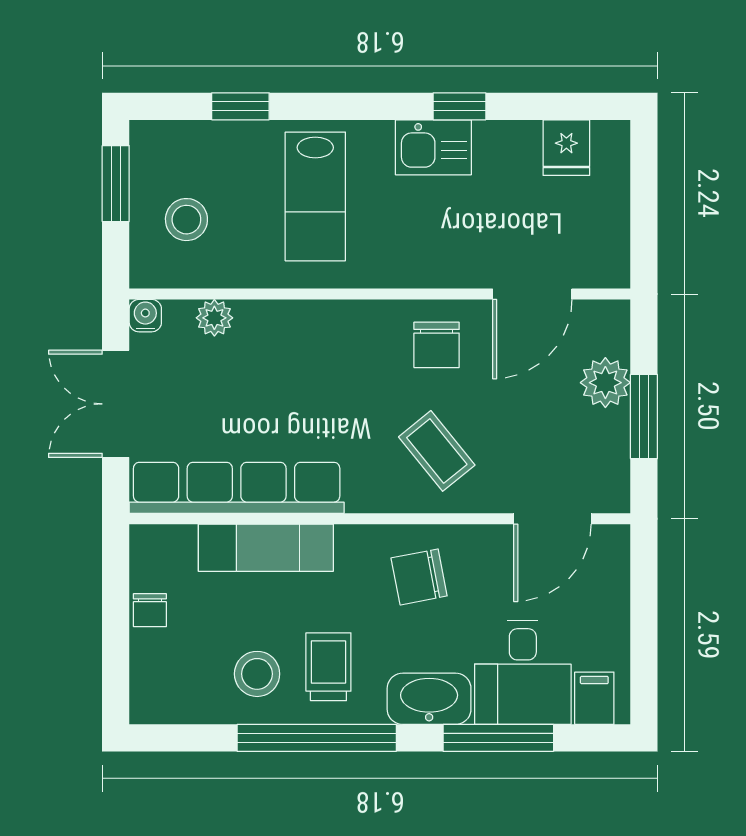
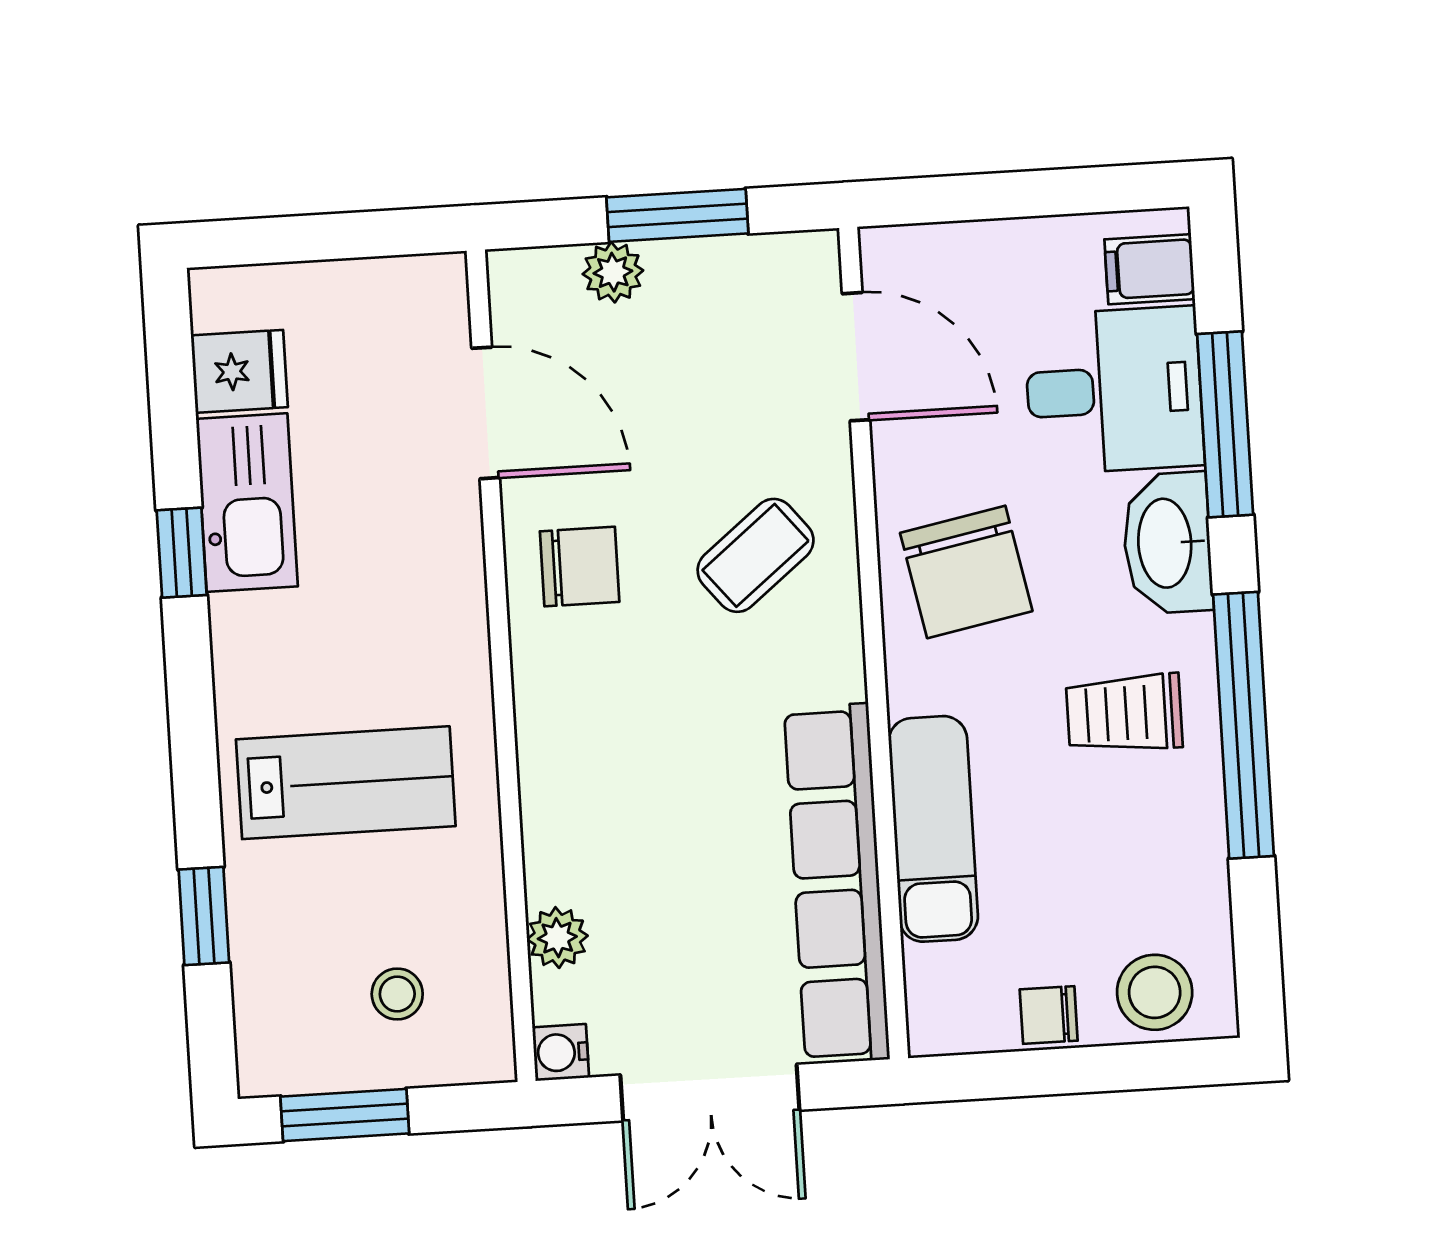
kitchen sink: (433, 147) -> (247, 503), moved, width x1.38
stool: (186, 220) -> (397, 994), width x0.73, depth x0.73
plant: (605, 383) -> (613, 272), width x0.73, depth x0.73
chair: (419, 577) -> (966, 572), width x1.37, depth x1.37
chair: (150, 610) -> (1049, 1015), turned 180
stool: (257, 674) -> (1155, 992), moved

